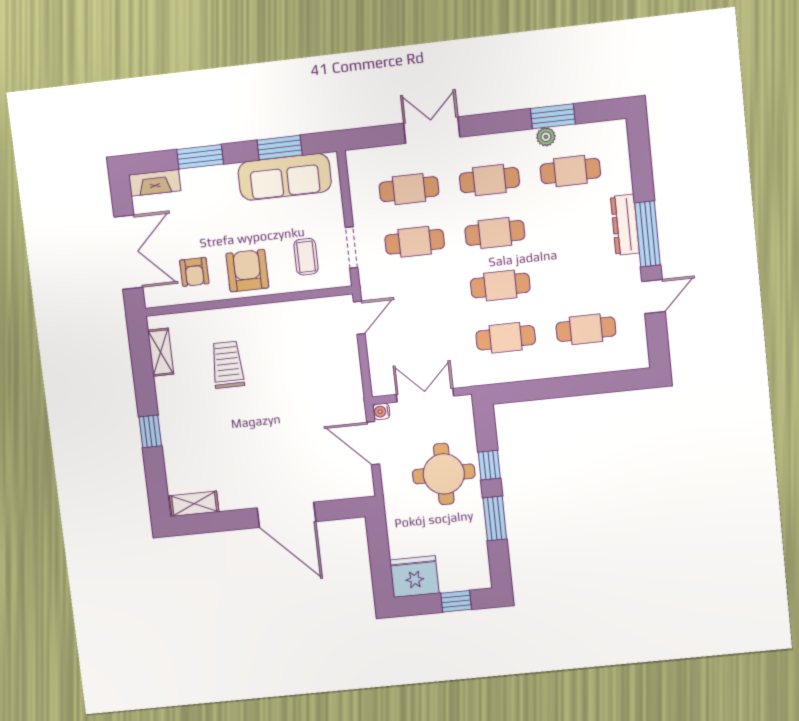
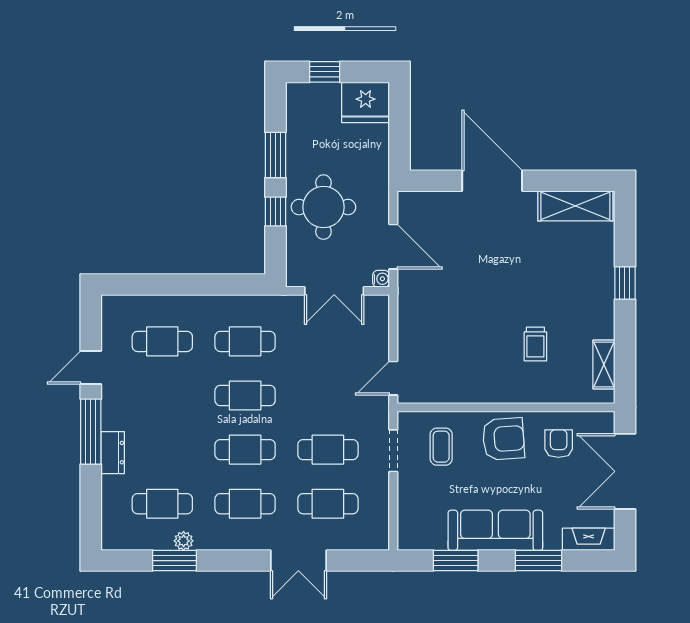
sofa: (285, 177) -> (495, 530), moved
dresser: (625, 225) -> (113, 453), width x0.70
armchair: (247, 271) -> (503, 439), turned -94
trolley: (228, 365) -> (535, 344), width x0.73, depth x0.72
shelving: (194, 504) -> (575, 206), width x1.50, depth x1.33

